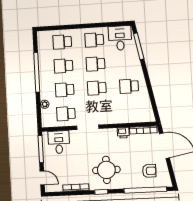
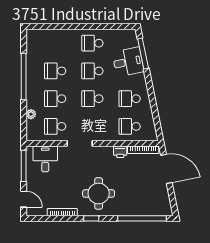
desk: (120, 38) -> (128, 62), moved, turned 79
school desk: (62, 42) -> (130, 126), moved
armchair: (149, 171) -> (148, 197), removed

